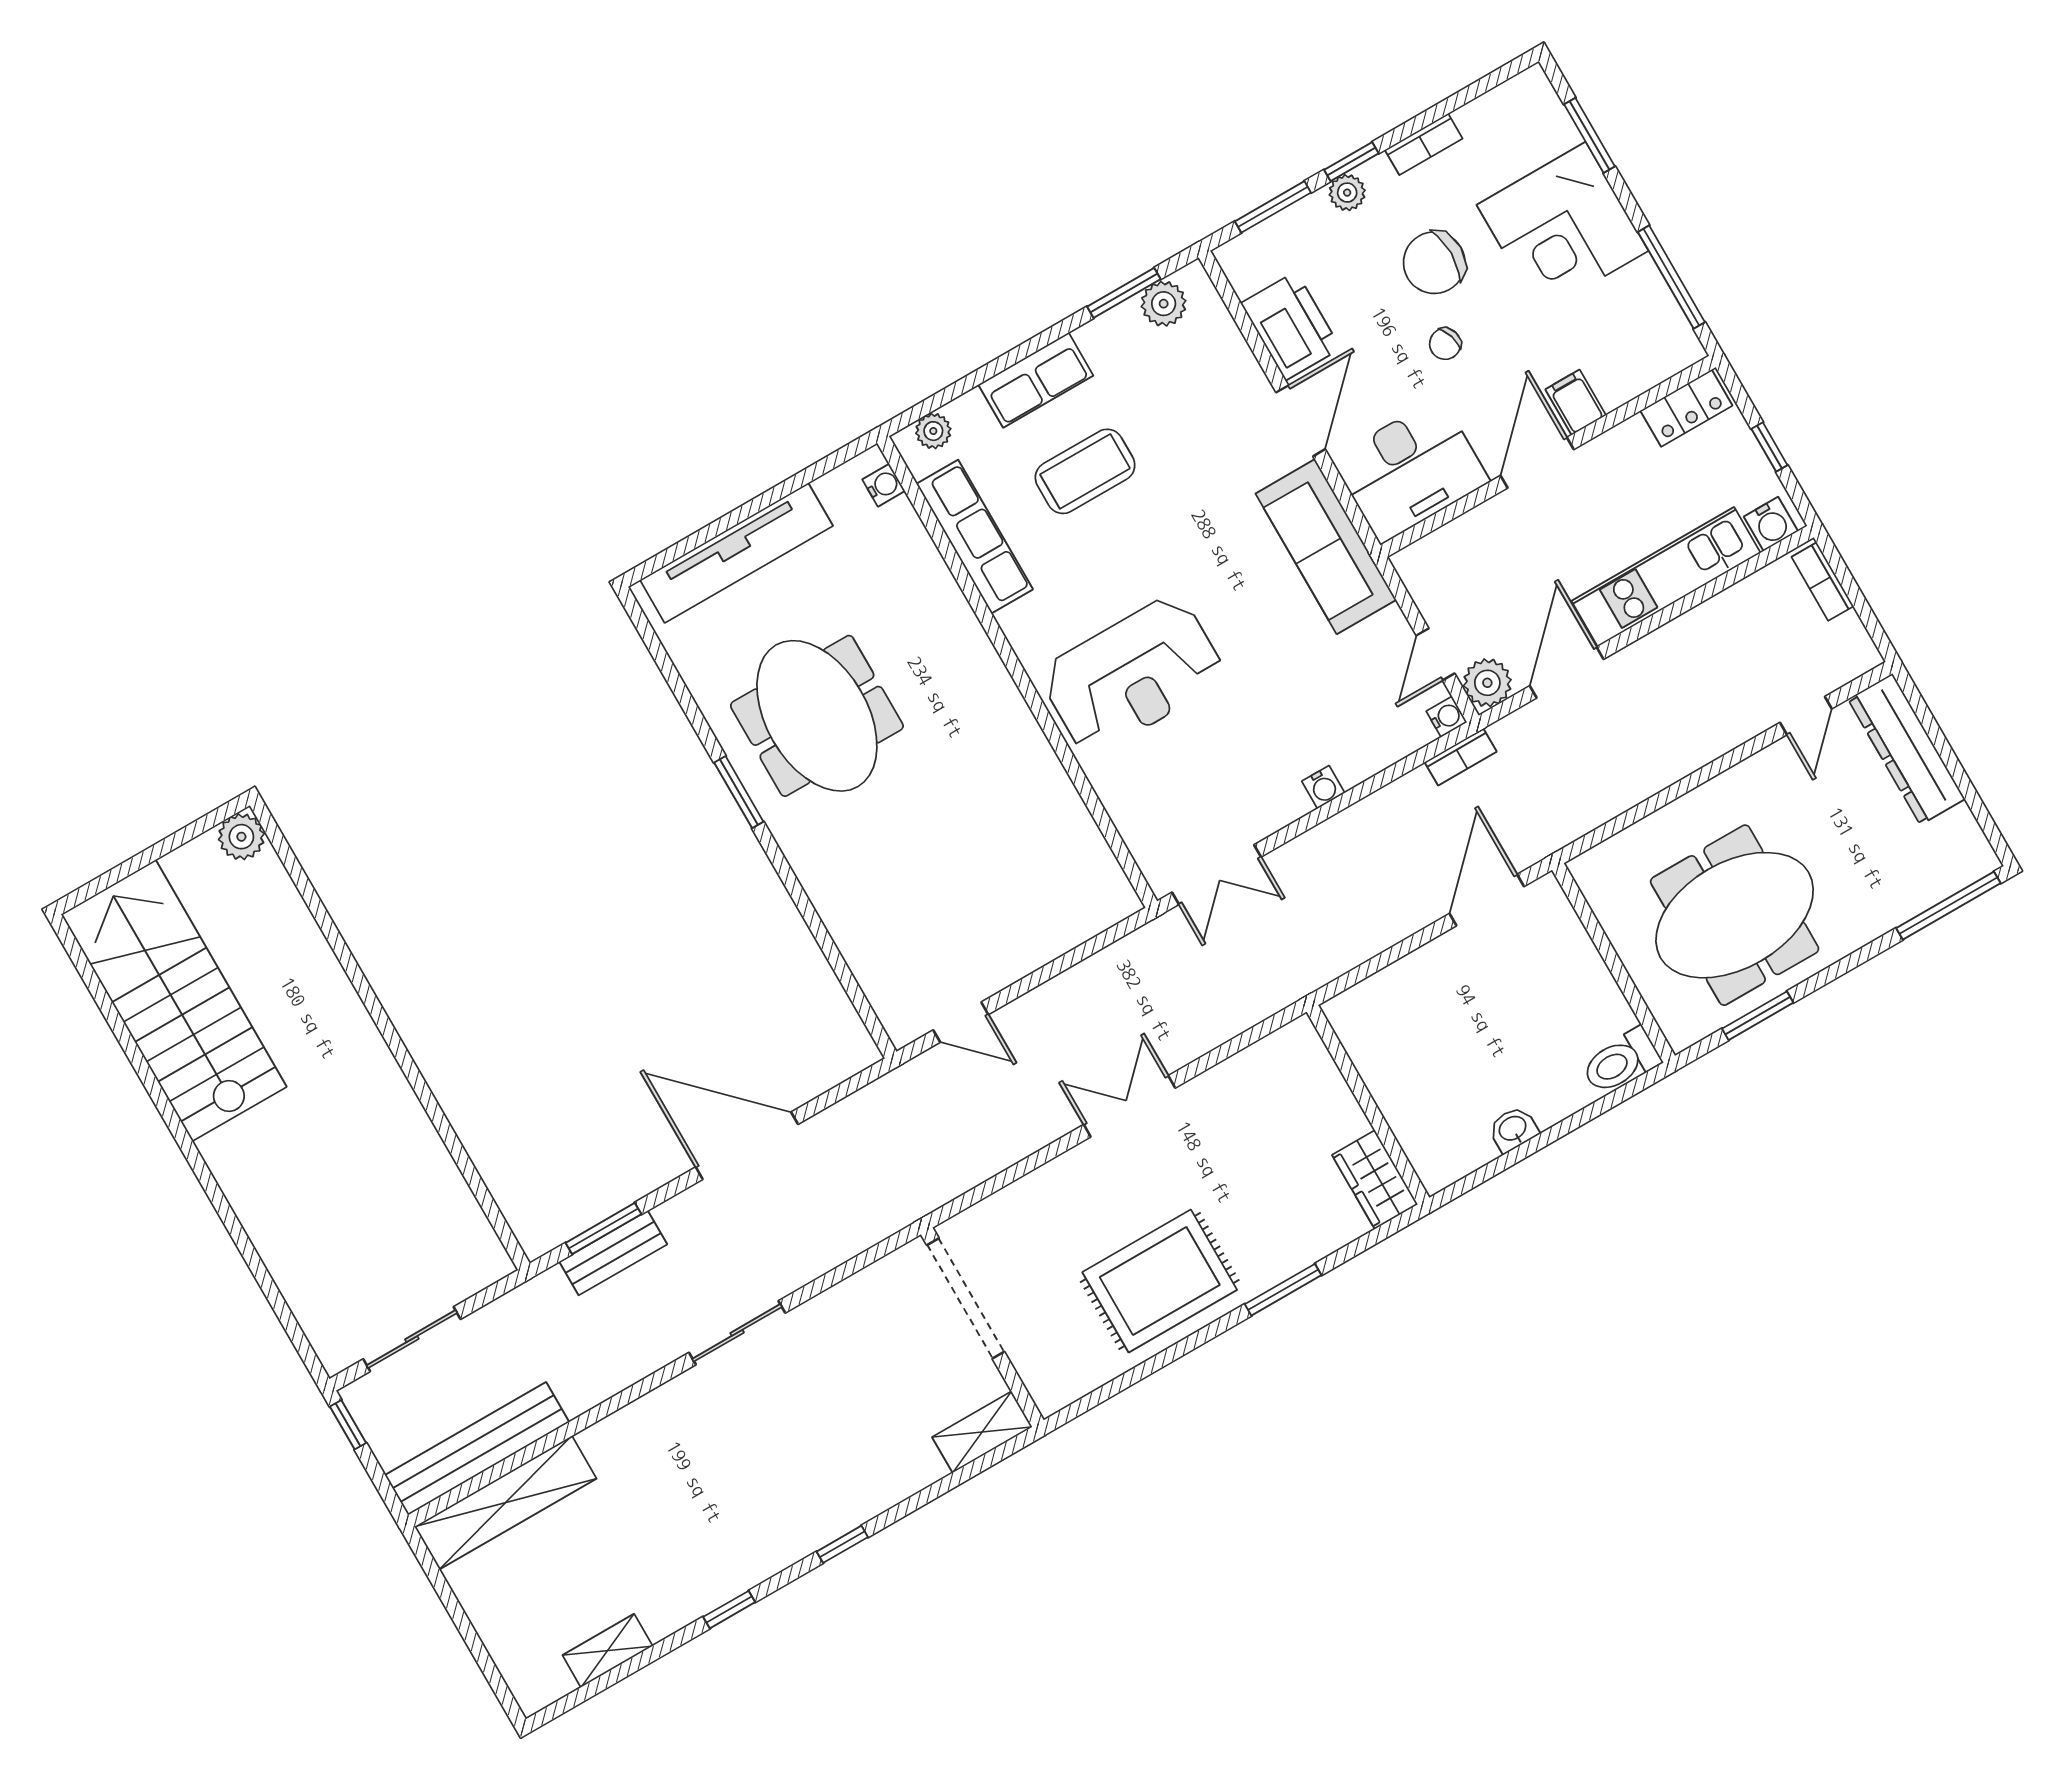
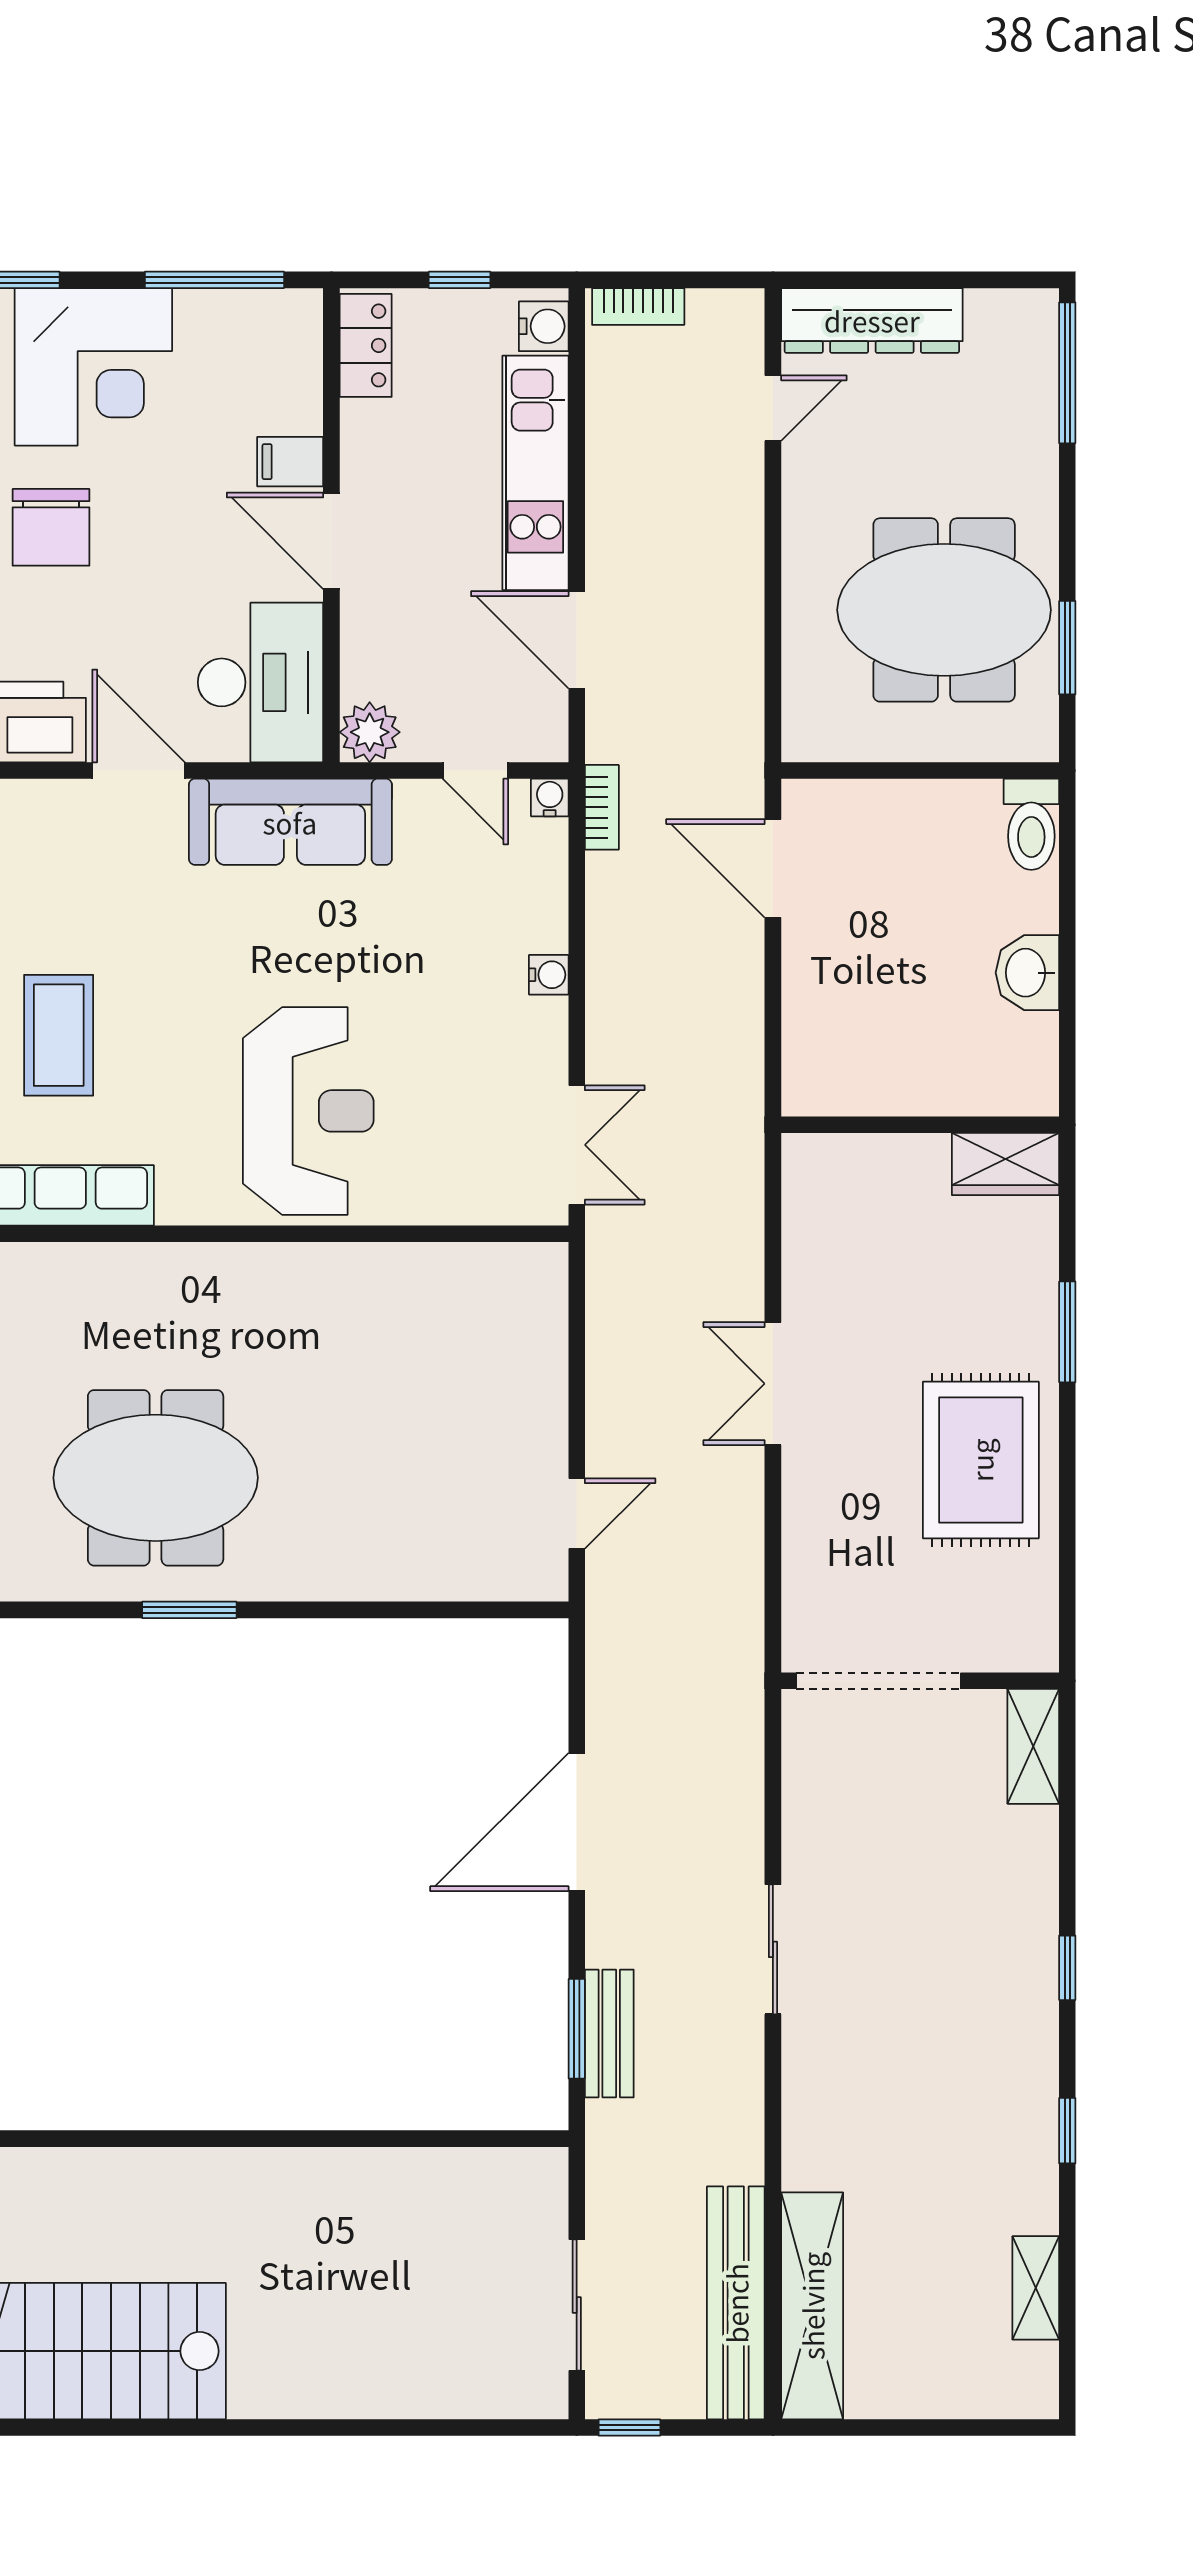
chair: (1445, 344) -> (146, 566), removed
plant: (1487, 683) -> (370, 732), moved
door: (1806, 716) -> (773, 408), hinge flipped
meeting table: (1735, 915) -> (944, 610), turned 90
washbasin: (1513, 1129) -> (1027, 973), width x1.38, depth x1.45

